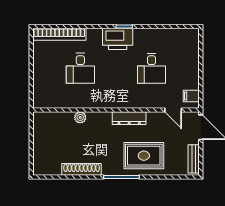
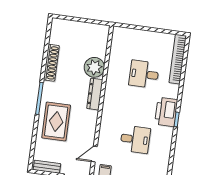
desk: (151, 68) -> (135, 139), turned 180
plant: (80, 117) -> (94, 67), width x1.88, depth x1.88
dresser: (129, 118) -> (95, 94), moved

